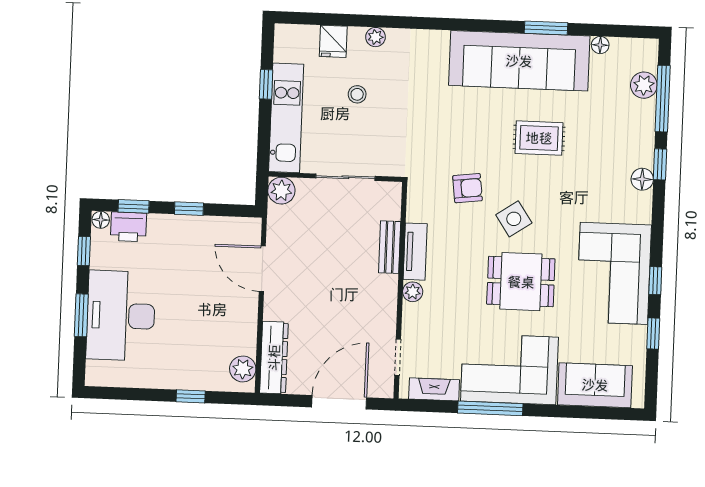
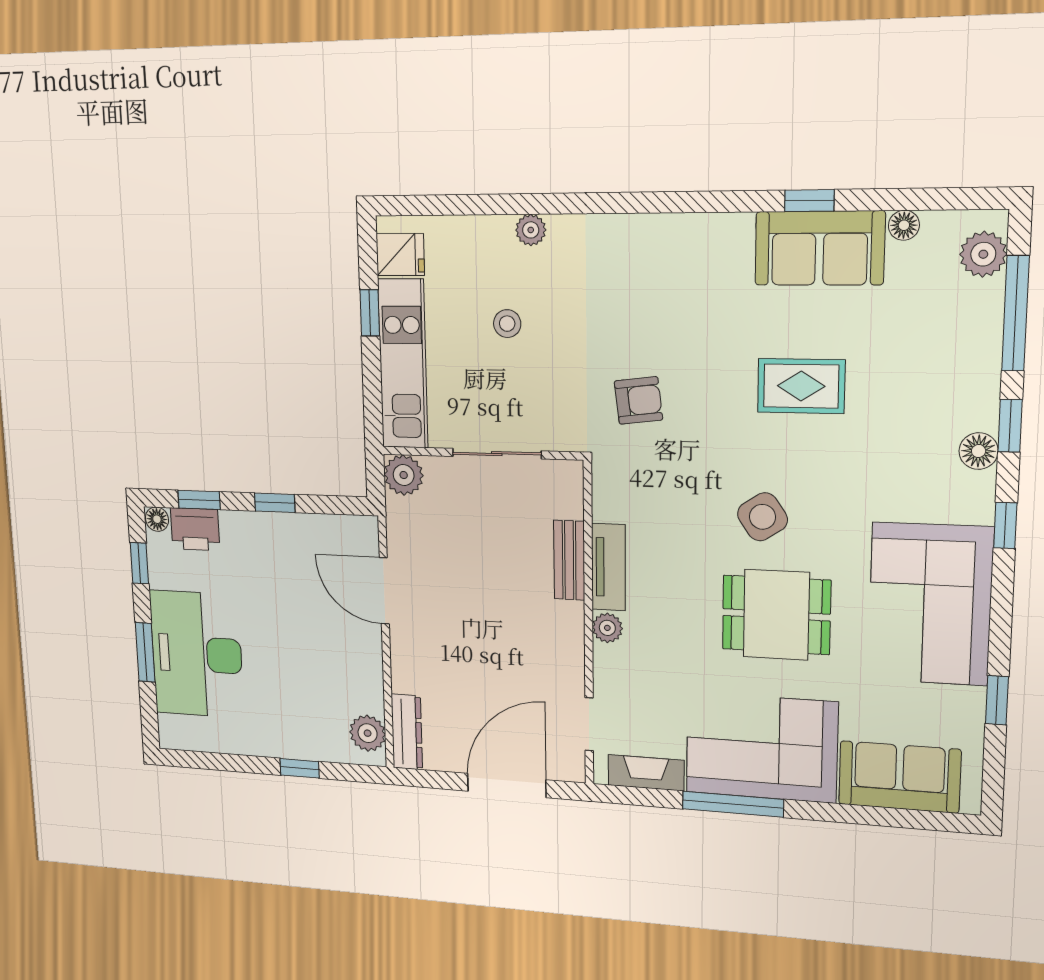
window: (546, 28) -> (809, 201), width x0.67
fridge: (333, 41) -> (400, 255), moved, turned -90
sofa: (519, 61) -> (820, 248), width x0.54, depth x0.79
plant: (644, 85) -> (983, 254), moved
armchair: (468, 188) -> (638, 400), moved
window: (655, 281) -> (1005, 525), moved
dresser: (274, 358) -> (407, 732), width x0.73, depth x0.80

